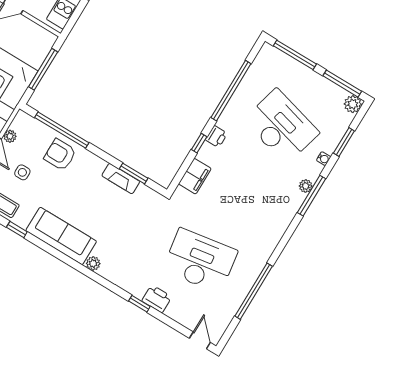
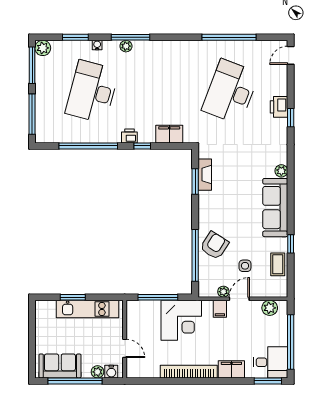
armchair: (60, 155) -> (214, 245), turned -147
fireplace: (121, 179) -> (205, 175), moved
desk: (200, 261) -> (230, 92), turned 30

